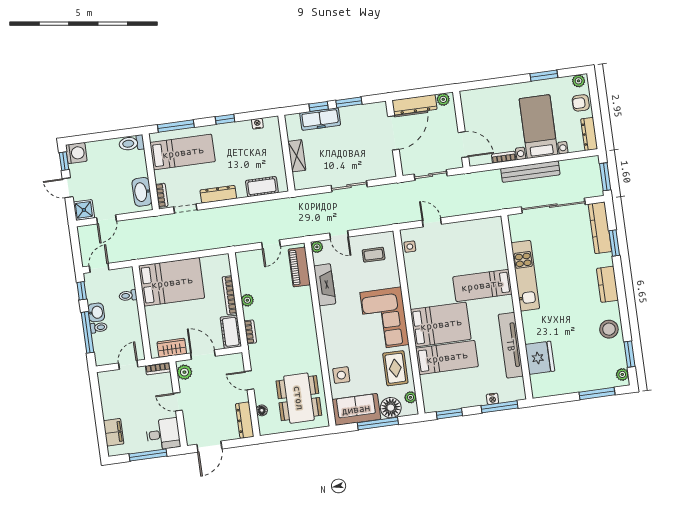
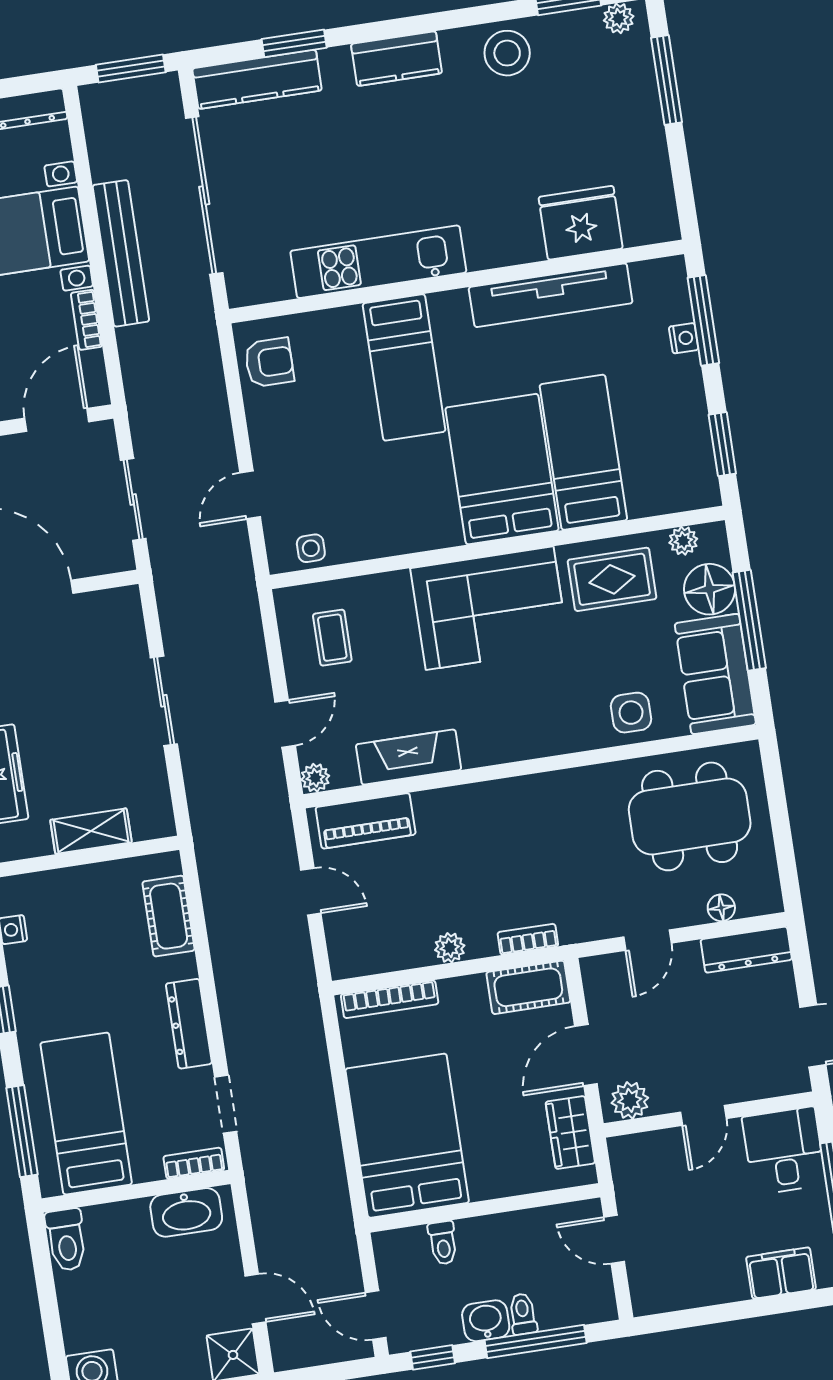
armchair: (485, 231) -> (269, 362), added
bookcase: (230, 295) -> (390, 999), moved
bookcase: (158, 369) -> (622, 1166), removed

